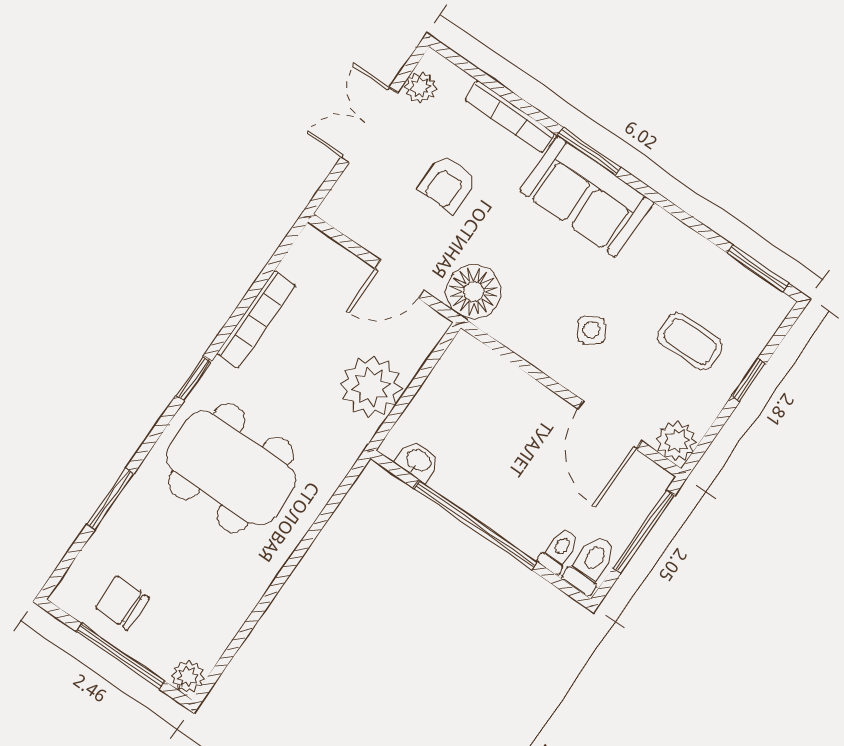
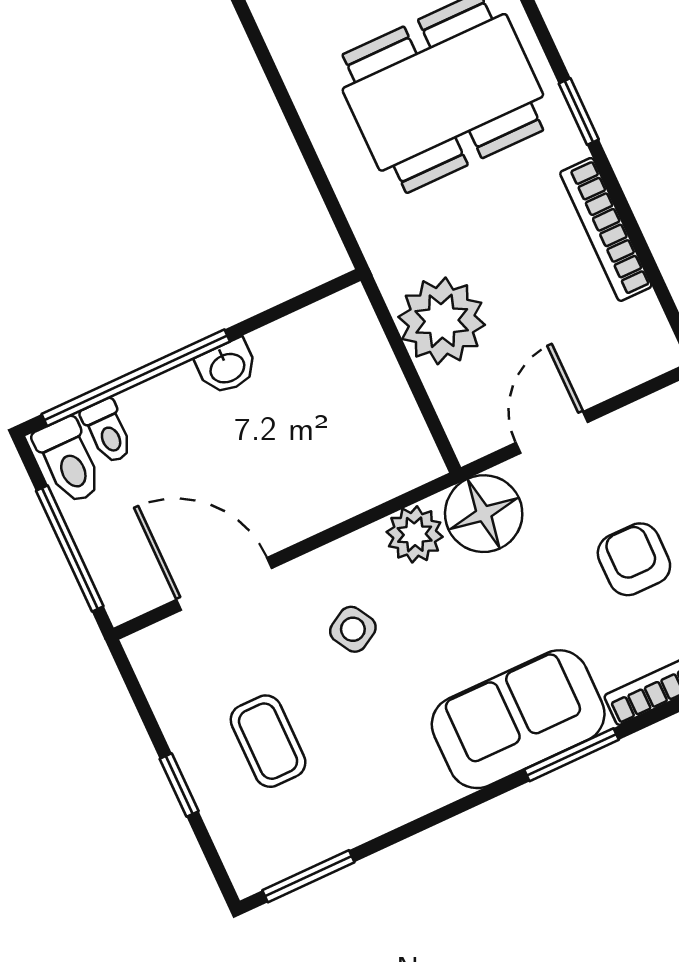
coffee table: (690, 342) -> (268, 741), turned 90
plant: (676, 441) -> (415, 534), moved
washbasin: (418, 461) -> (227, 367), moved
window: (476, 525) -> (136, 378), moved

